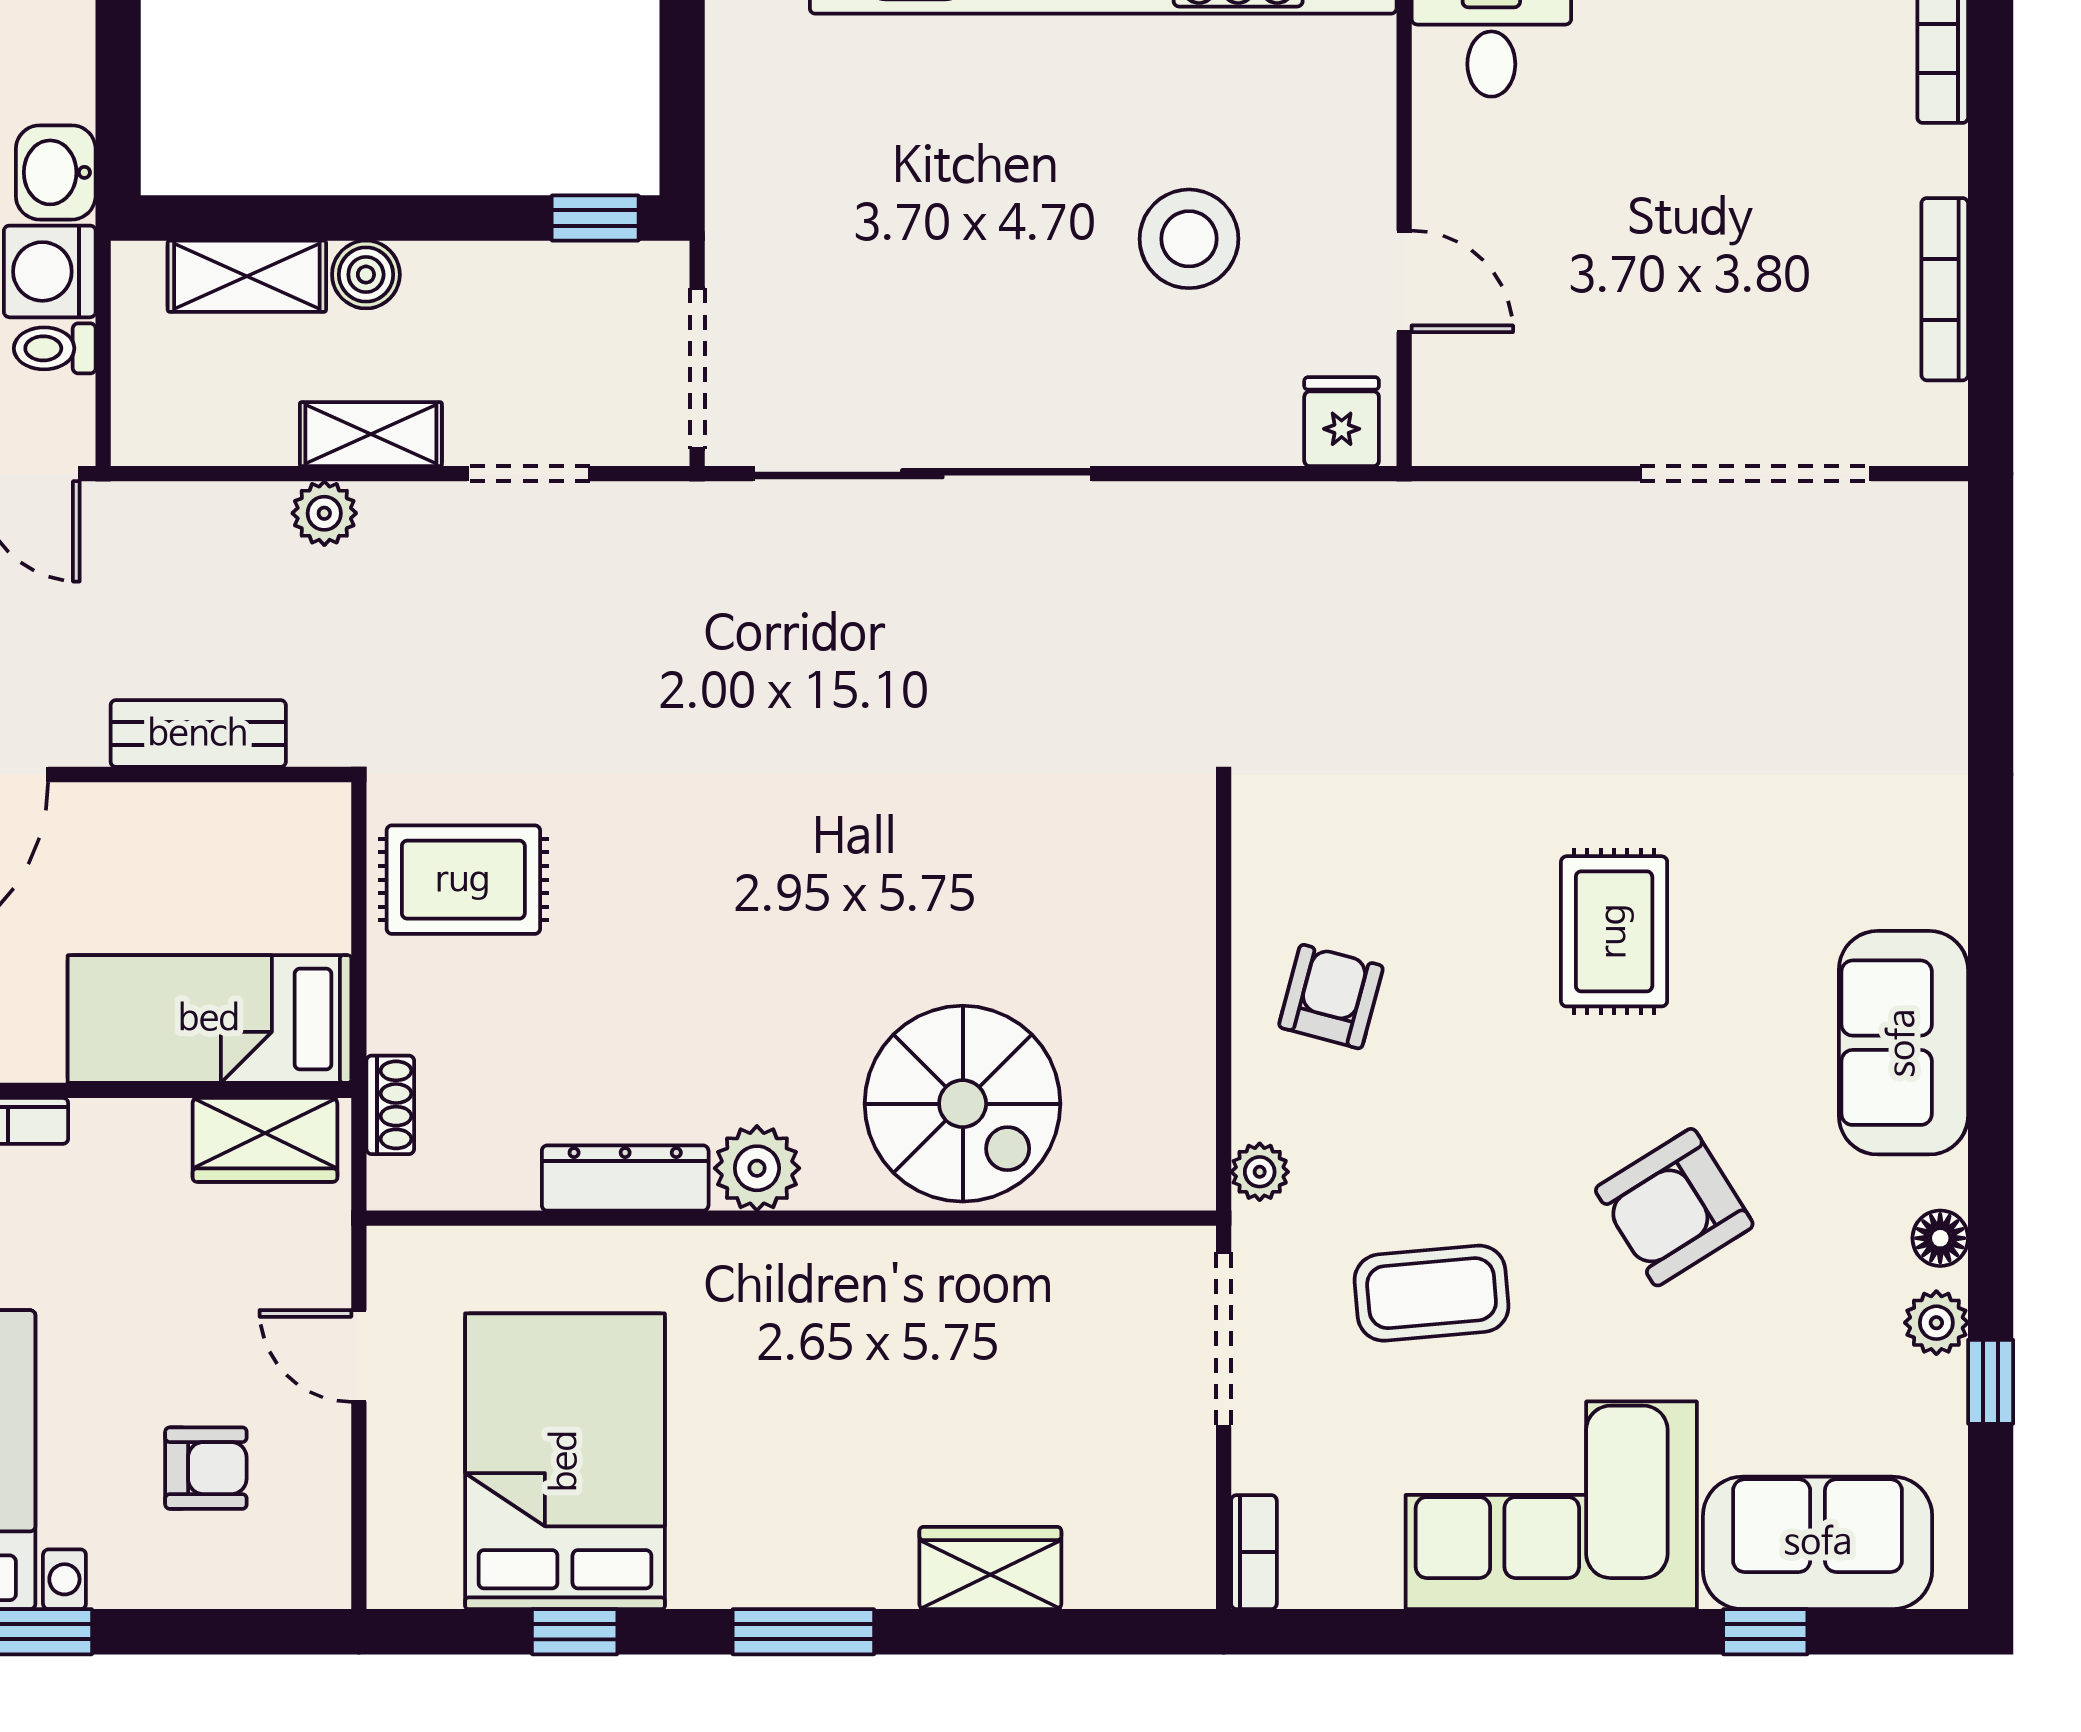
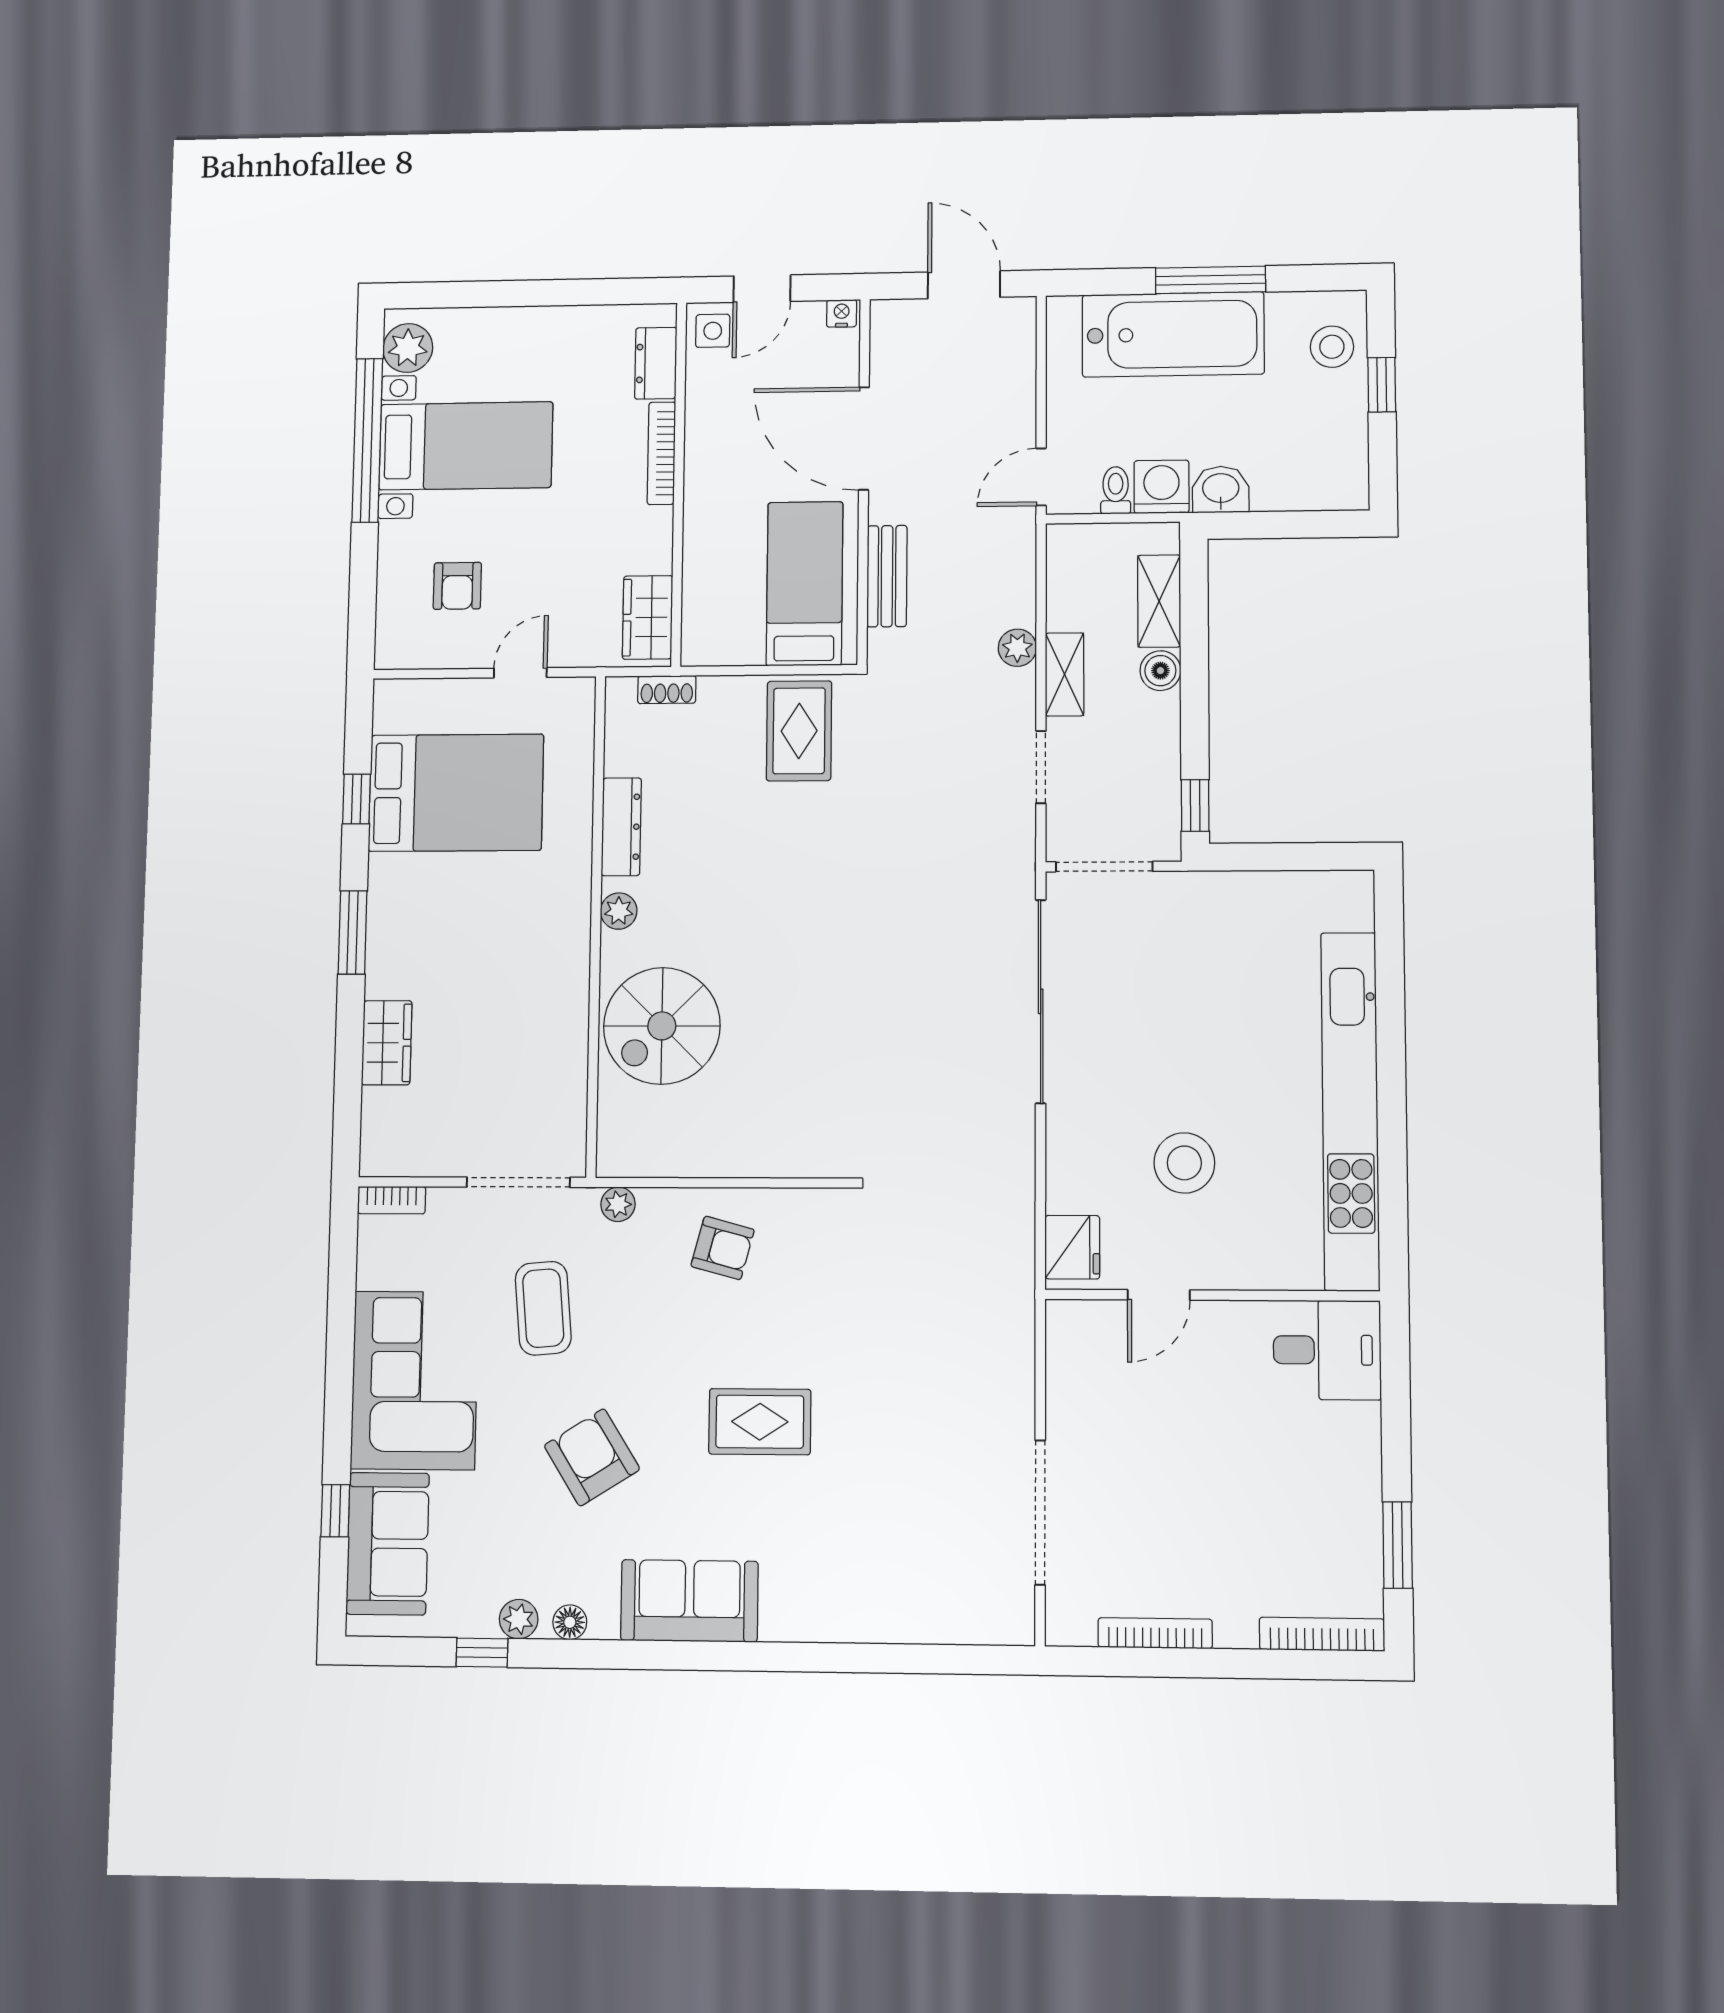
fridge: (1342, 422) -> (1072, 1247), width x1.38
bed: (209, 1019) -> (805, 584), moved
plant: (757, 1168) -> (619, 911), width x0.73, depth x0.73

